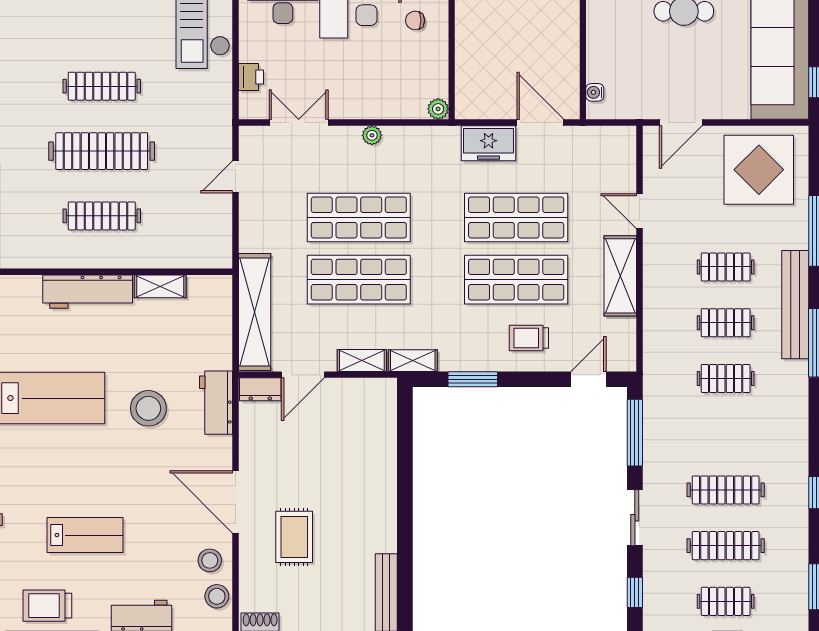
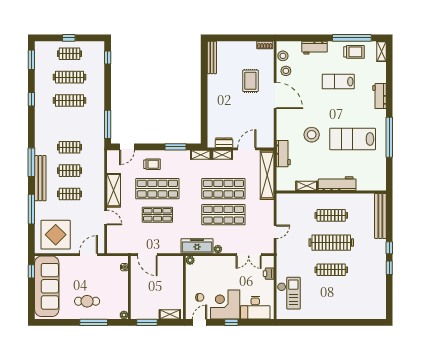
freezer: (489, 143) -> (197, 246), moved, width x1.40
shop shelf: (516, 217) -> (157, 215), width x0.70, depth x0.74
dresser: (260, 389) -> (224, 143), moved
workbench: (216, 403) -> (283, 154), moved
sliding door: (635, 518) -> (108, 89), removed

